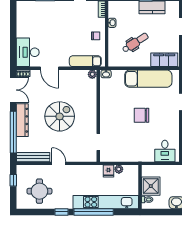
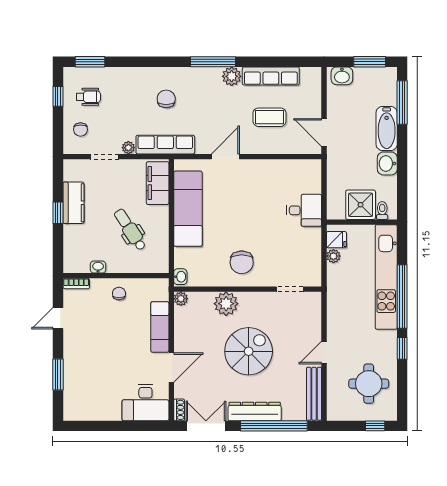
exam couch: (85, 61) -> (160, 327), moved
plant: (89, 102) -> (226, 304), added
chair: (142, 115) -> (242, 262), moved
spiral stairs: (60, 116) -> (249, 351), turned 90
desk: (165, 151) -> (304, 210), moved
fridge: (108, 171) -> (336, 240), moved
window: (13, 180) -> (375, 426), moved

